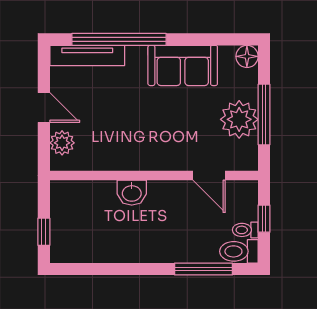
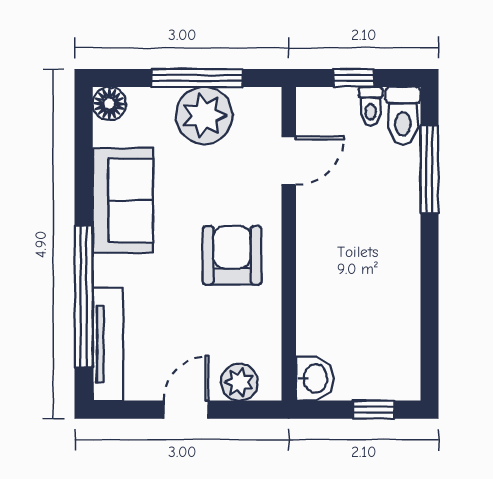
armchair: (146, 138) -> (232, 255), added
washbasin: (132, 193) -> (315, 379), moved

